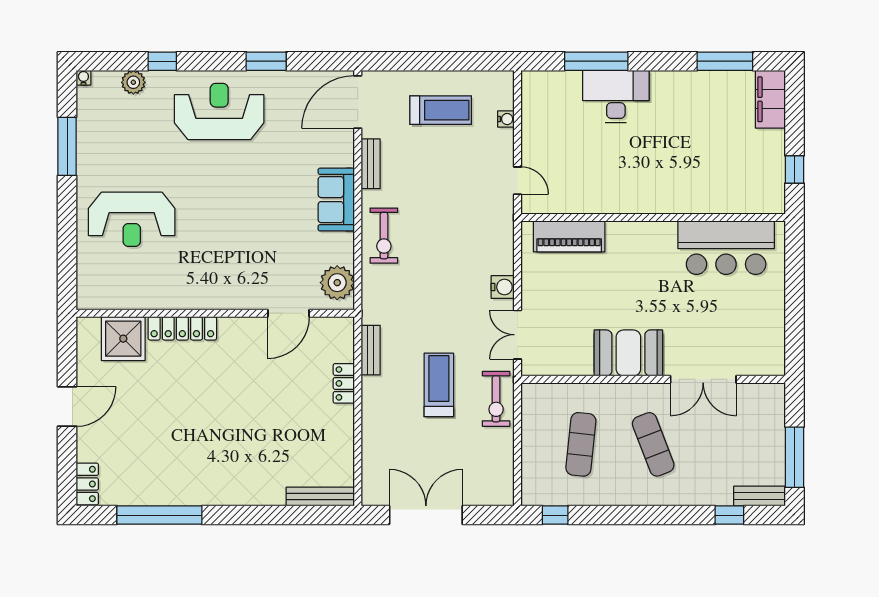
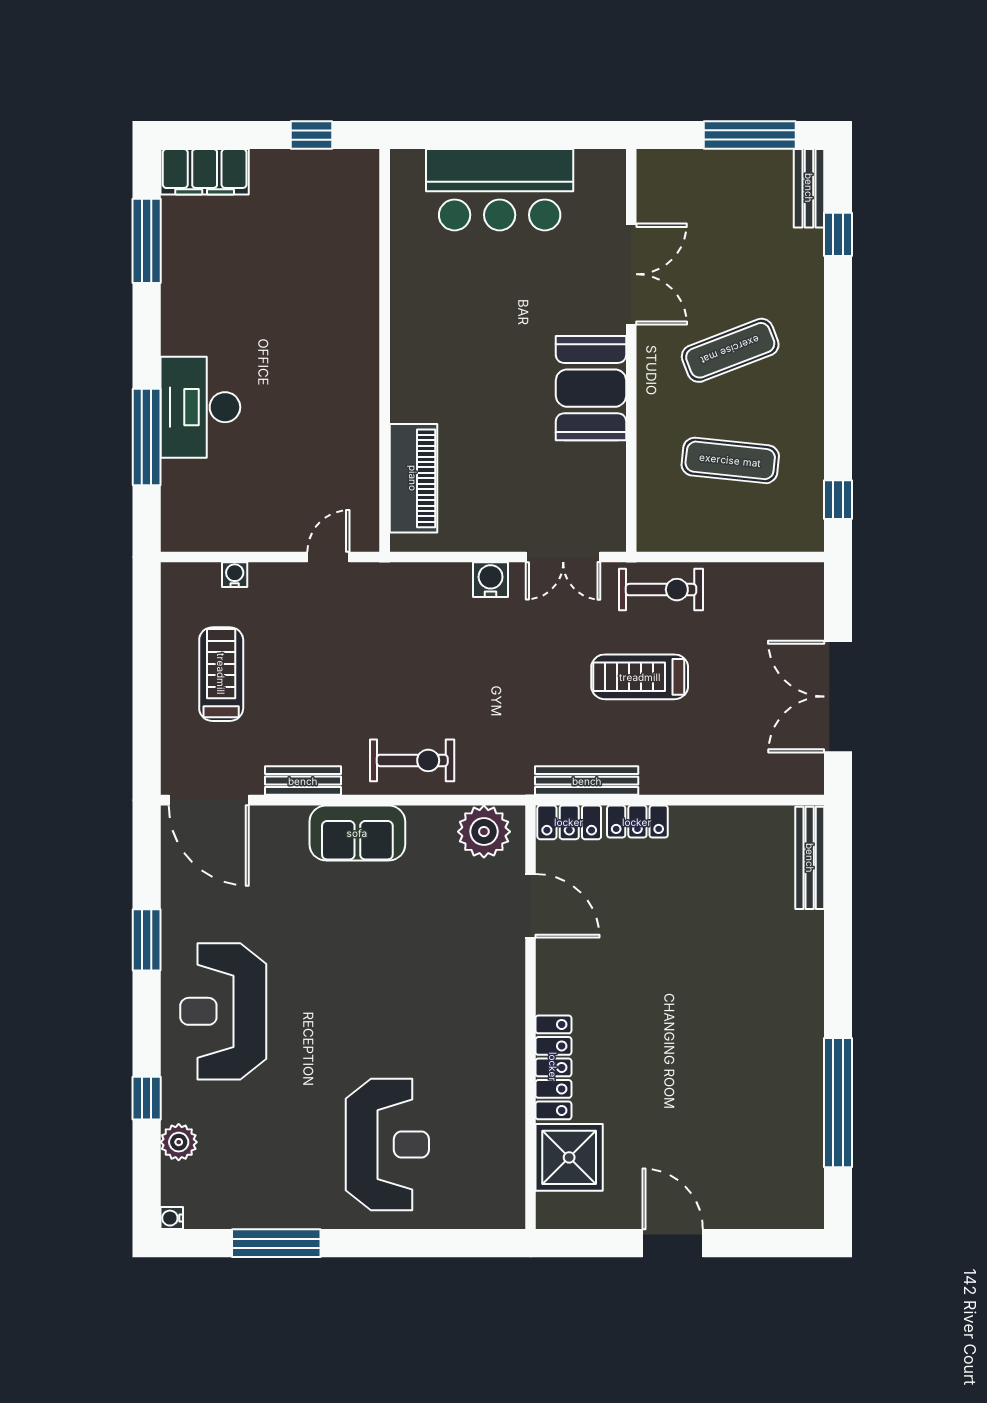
bar counter: (726, 248) -> (500, 190), moved, turned 90
bench: (371, 350) -> (587, 781), width x1.36
locker: (87, 484) -> (569, 822), moved, turned 180

